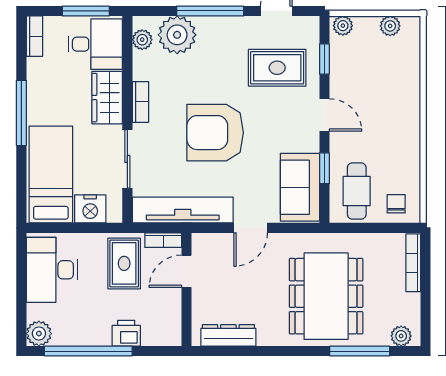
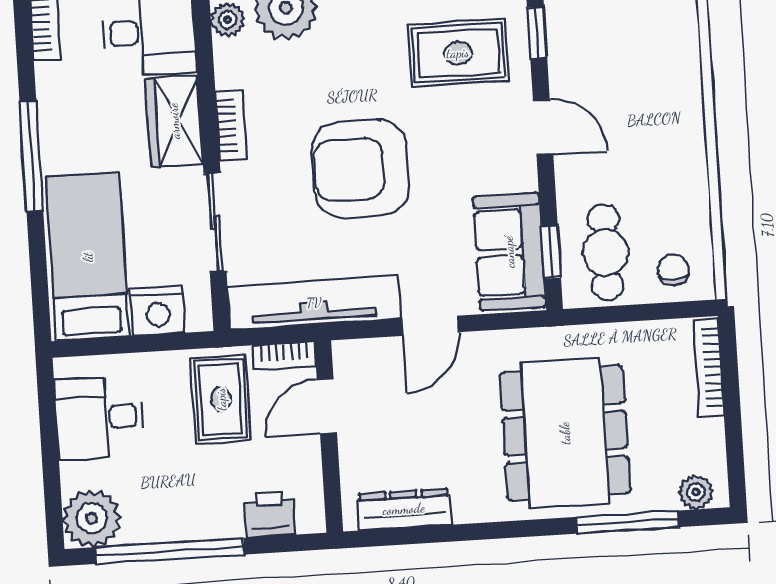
window: (324, 168) -> (551, 252), moved
desk: (52, 270) -> (99, 418), width x0.73
printer: (126, 333) -> (270, 514), moved
plant: (39, 334) -> (92, 518), width x1.36, depth x1.36

